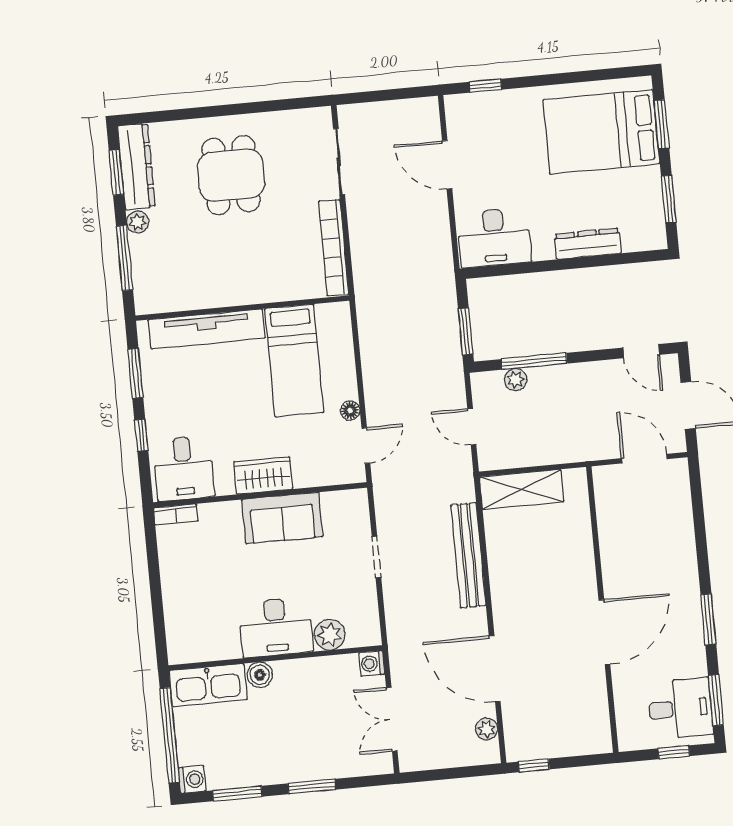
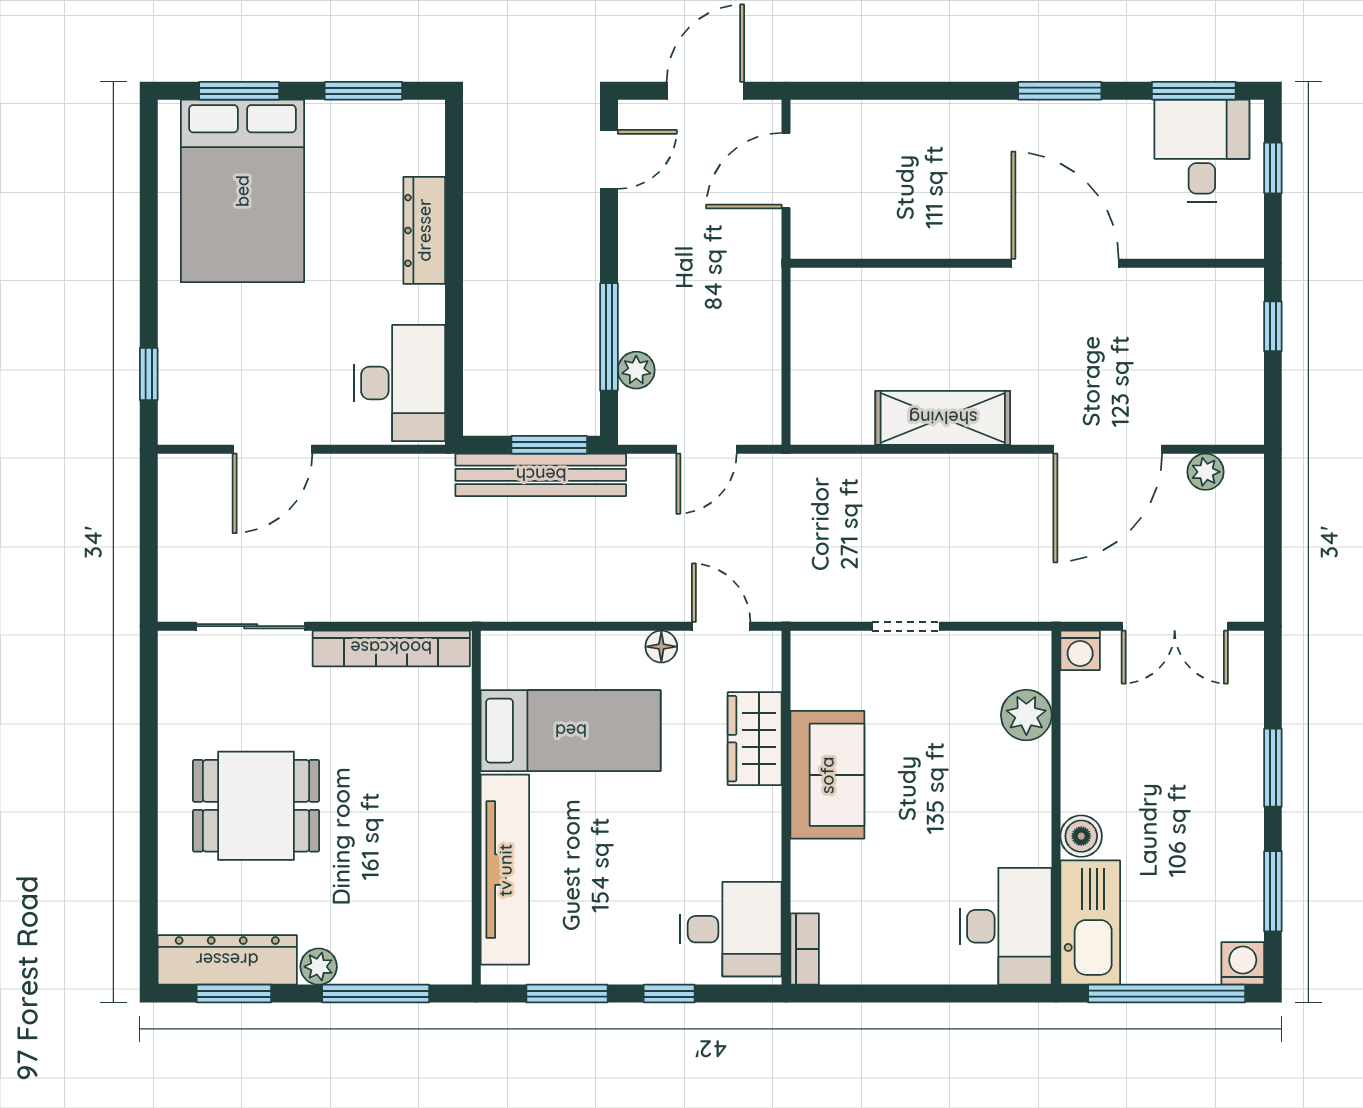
wardrobe: (263, 476) -> (755, 739), moved
shelving: (522, 489) -> (943, 418), moved, turned 90
bench: (468, 555) -> (541, 475), moved
desk: (276, 627) -> (1006, 926), moved
window: (534, 765) -> (1273, 326), moved

